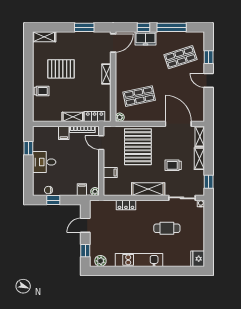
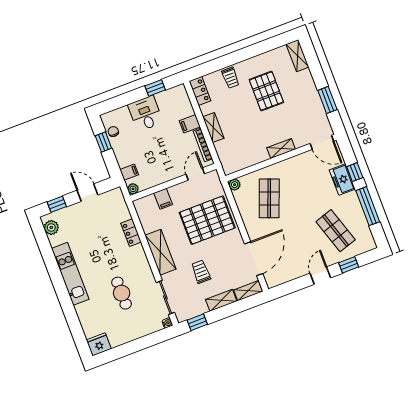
shop shelf: (139, 96) -> (269, 198), turned 33
locker: (95, 117) -> (200, 91), moved

